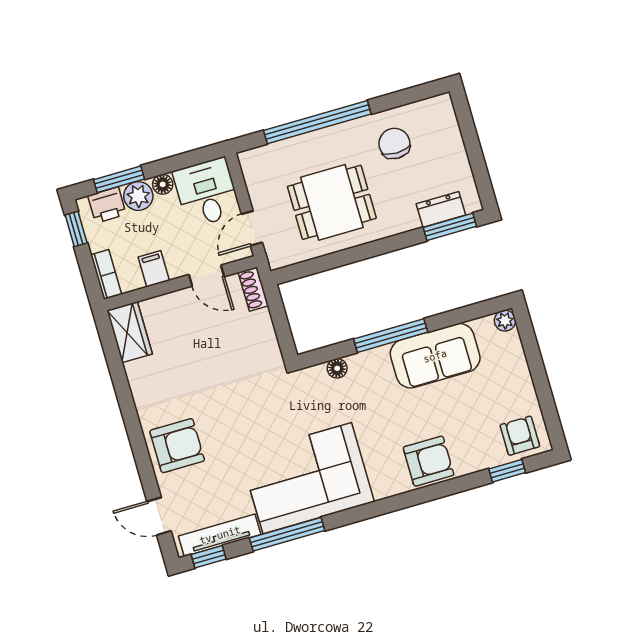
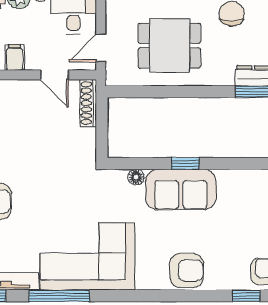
shoe rack: (253, 289) -> (88, 103), width x1.43
window: (391, 336) -> (185, 163), width x0.46
sofa: (435, 356) -> (181, 189), moved

